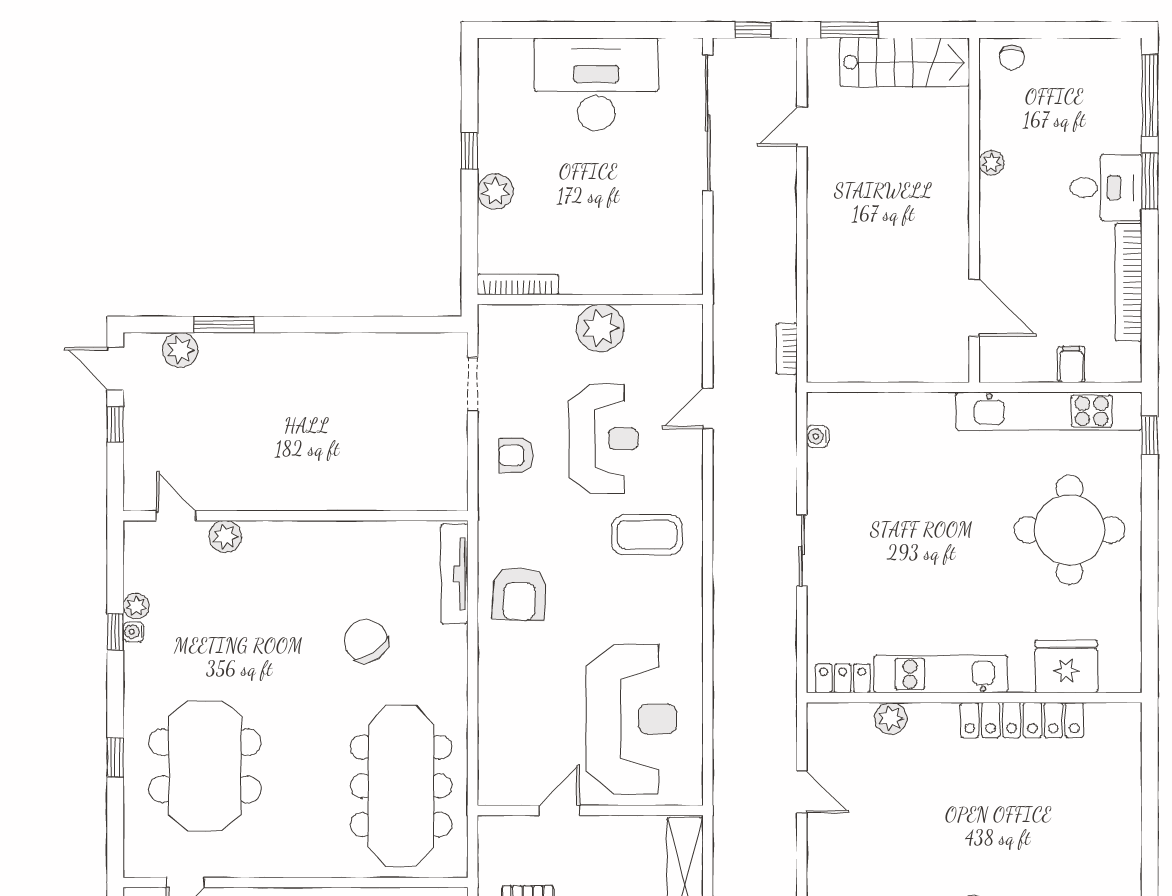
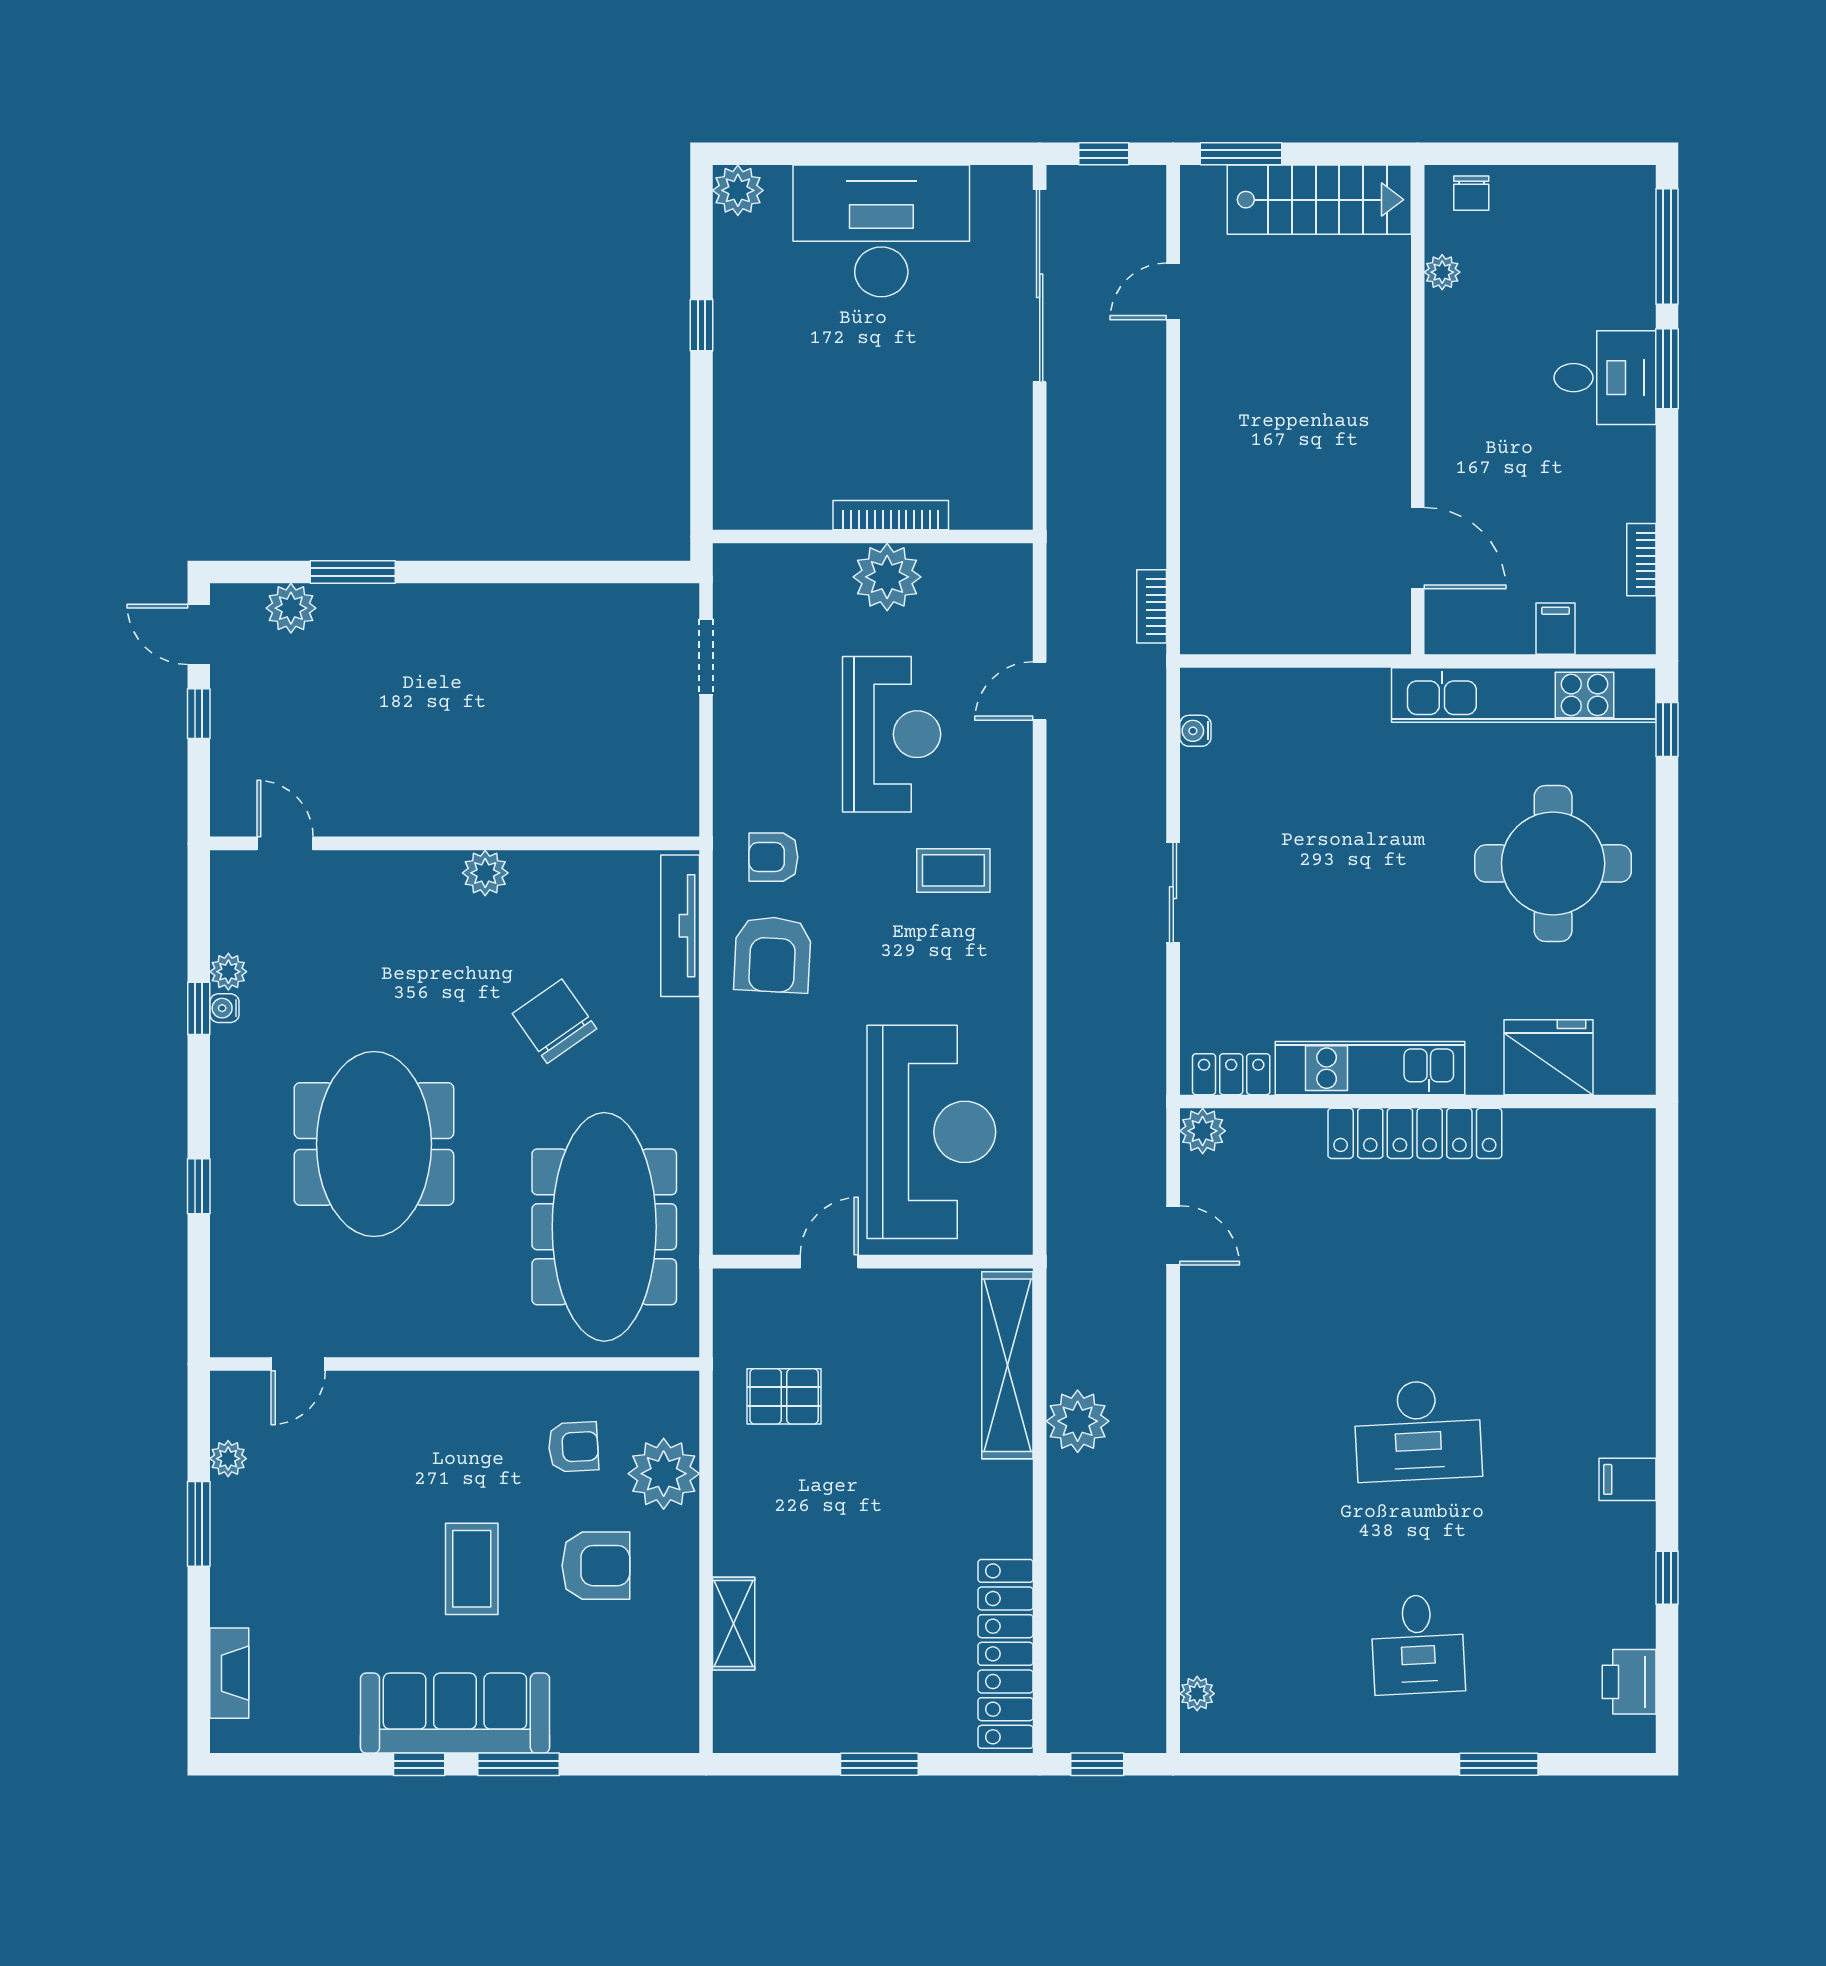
plant: (991, 163) -> (1442, 272), moved
plant: (495, 191) -> (738, 190), moved
bookcase: (1128, 282) -> (1641, 560), width x0.43, depth x0.76
bookcase: (518, 284) -> (891, 515), moved
armchair: (516, 455) -> (773, 857), moved
coffee table: (647, 535) -> (953, 870), width x0.73, depth x0.77
plant: (225, 537) -> (485, 873), moved
plant: (891, 718) -> (1203, 1131), moved
locker: (1022, 720) -> (1415, 1133), moved
meeting table: (205, 766) -> (374, 1144), moved

